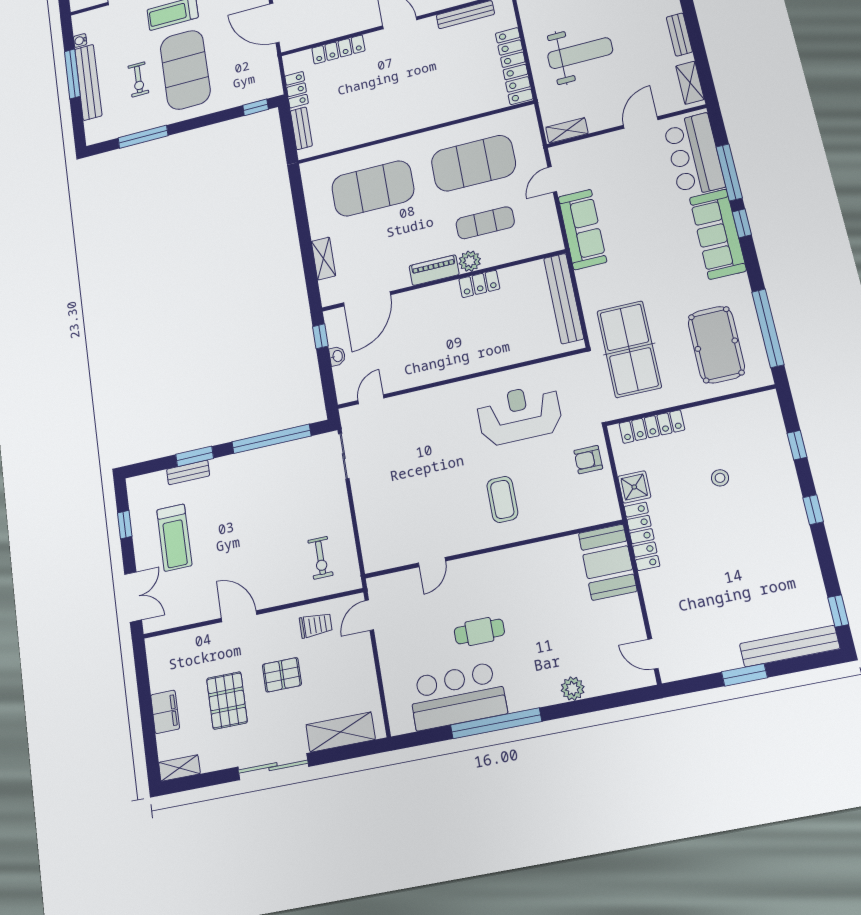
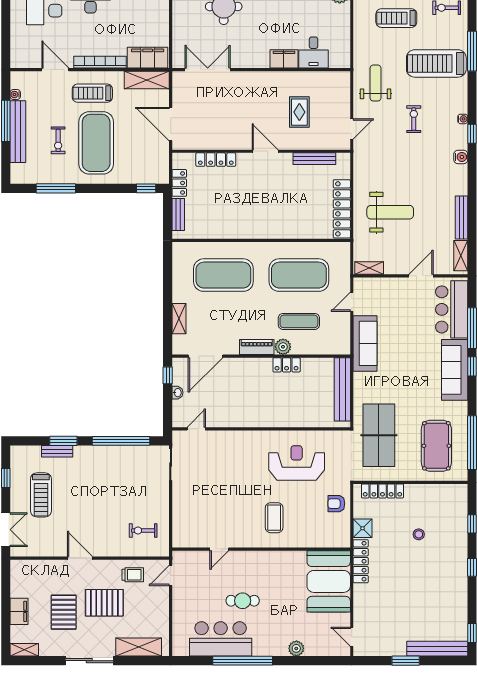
bench: (679, 35) -> (462, 218), width x1.36
exercise bike: (320, 558) -> (143, 530), turned 90
booth: (608, 562) -> (329, 581), width x1.36, depth x1.42
pallet: (282, 675) -> (104, 603), width x1.50, depth x1.42

